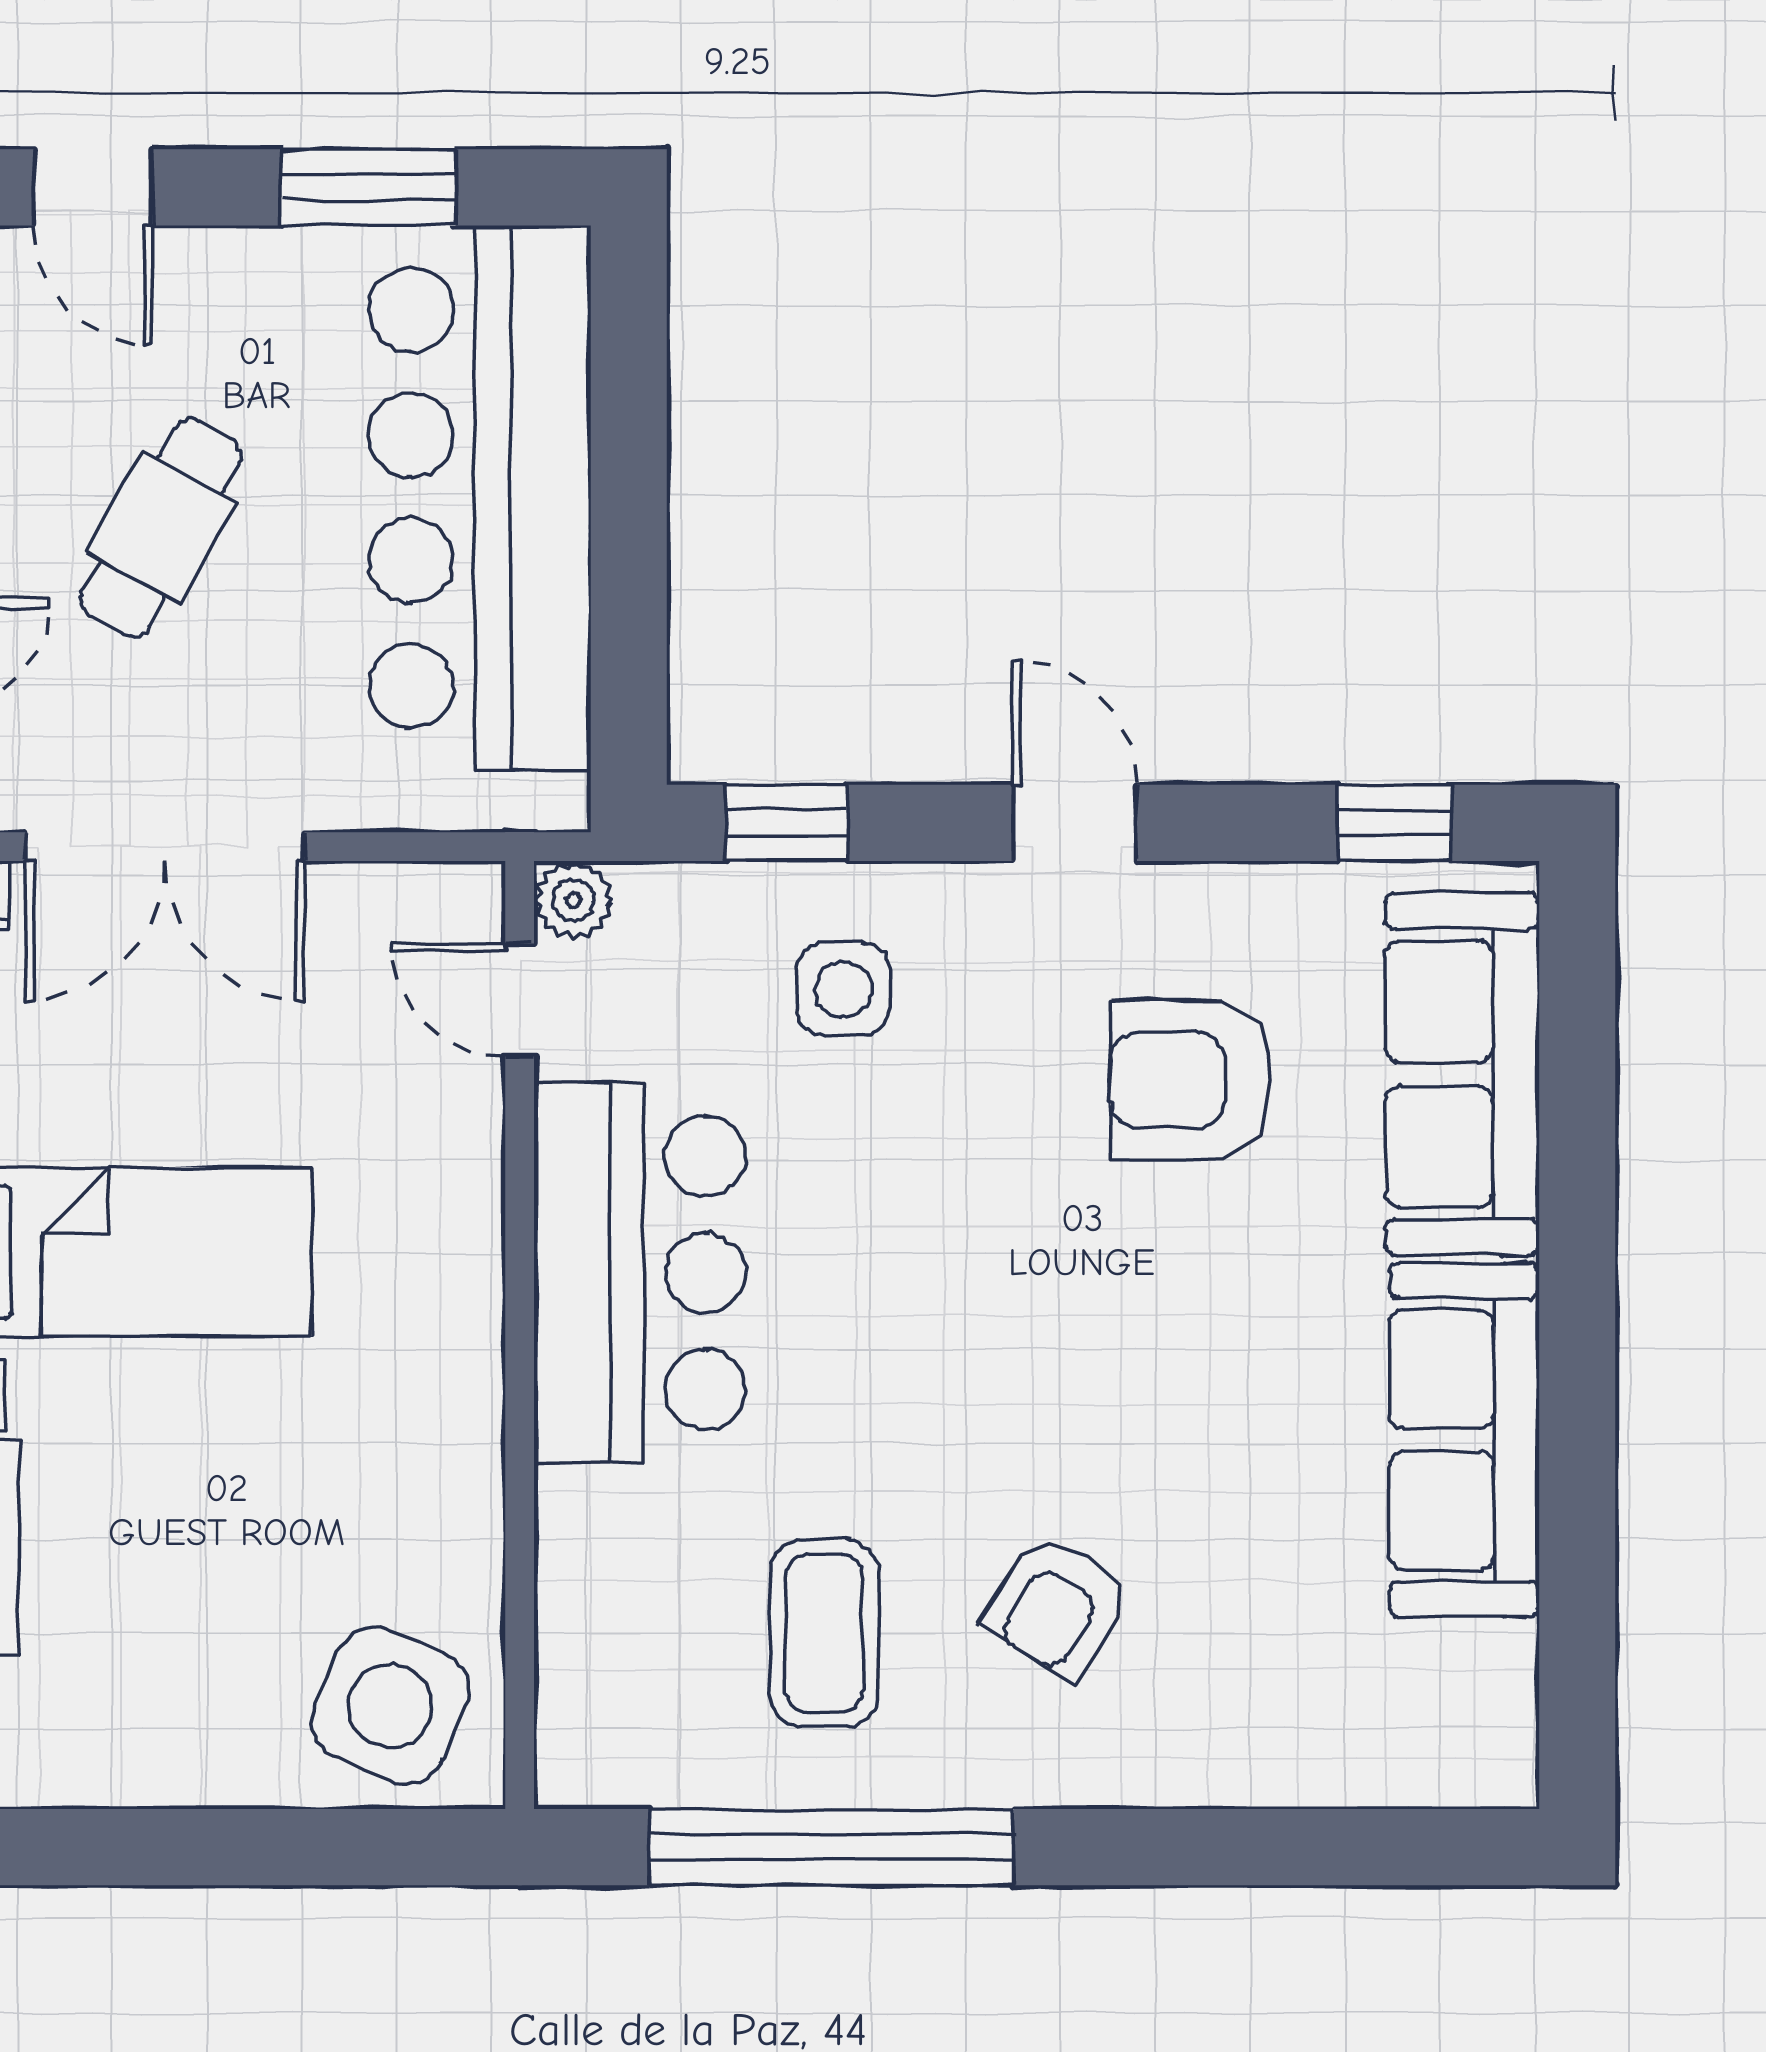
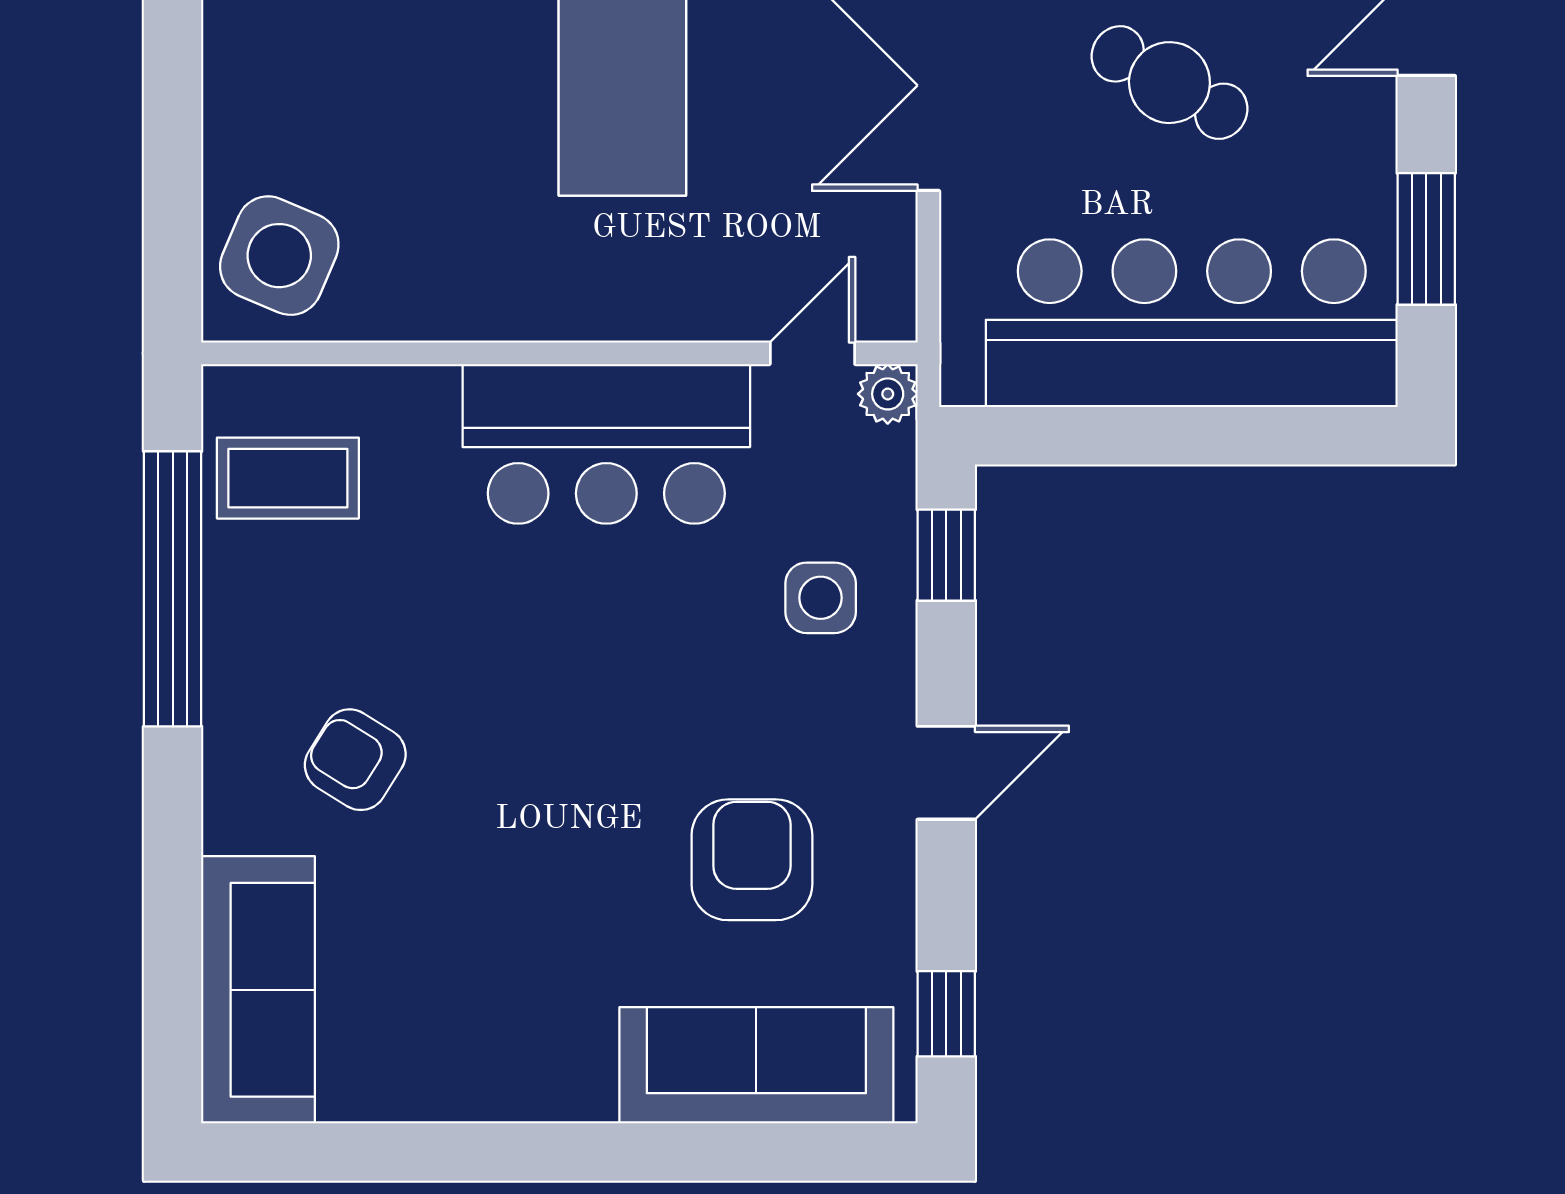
sofa: (1464, 1440) -> (258, 990), moved, turned 90
coffee table: (824, 1633) -> (288, 478), moved

